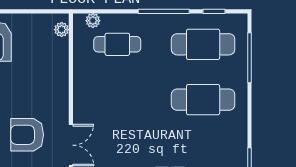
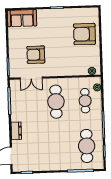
cafe table: (203, 100) -> (56, 102), moved
armchair: (27, 135) -> (36, 55), turned -90

